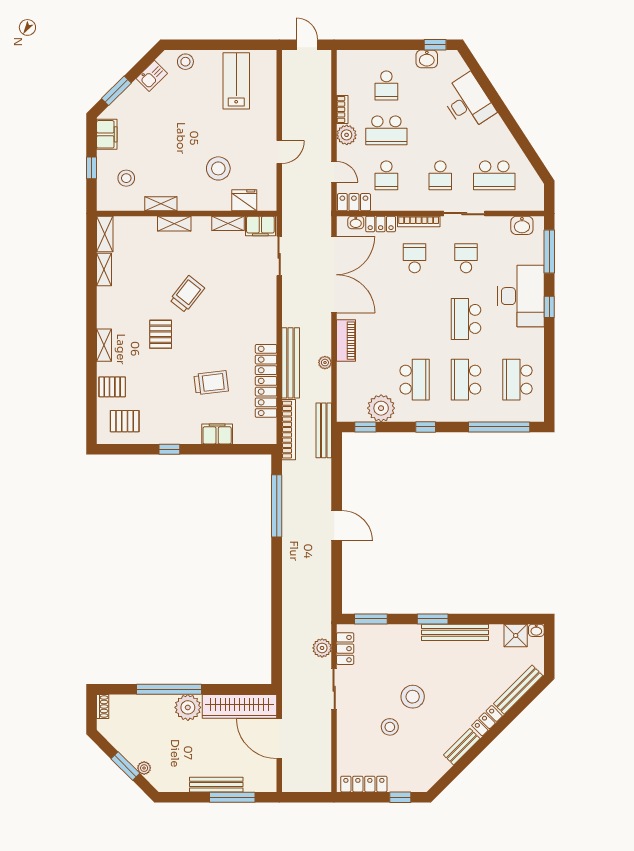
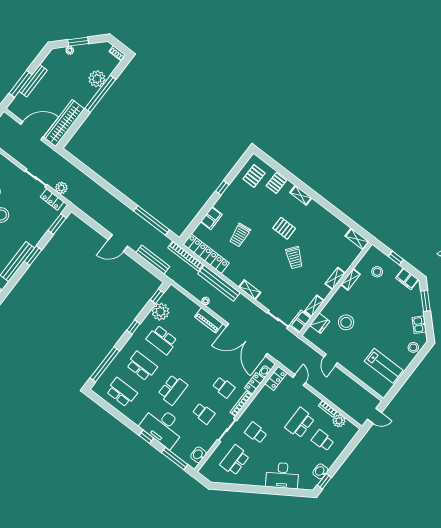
plant: (347, 135) -> (339, 421), moved
door: (334, 172) -> (299, 380), swing flipped
school desk: (386, 175) -> (277, 405), removed
shelving: (104, 270) -> (250, 290), moved
school desk: (466, 319) -> (173, 390), turned 90
locker: (266, 381) -> (206, 254), moved
bench: (324, 430) -> (153, 260), moved
plant: (188, 707) -> (97, 79), moved

